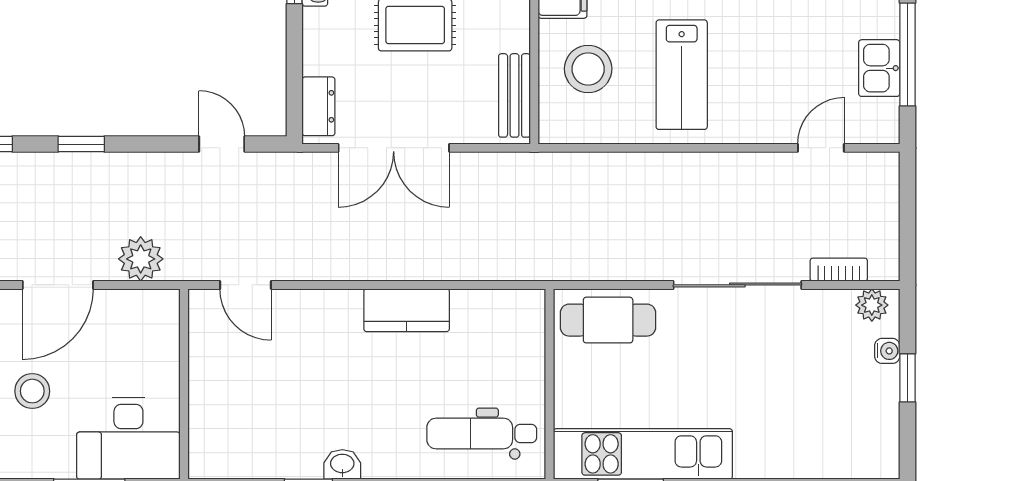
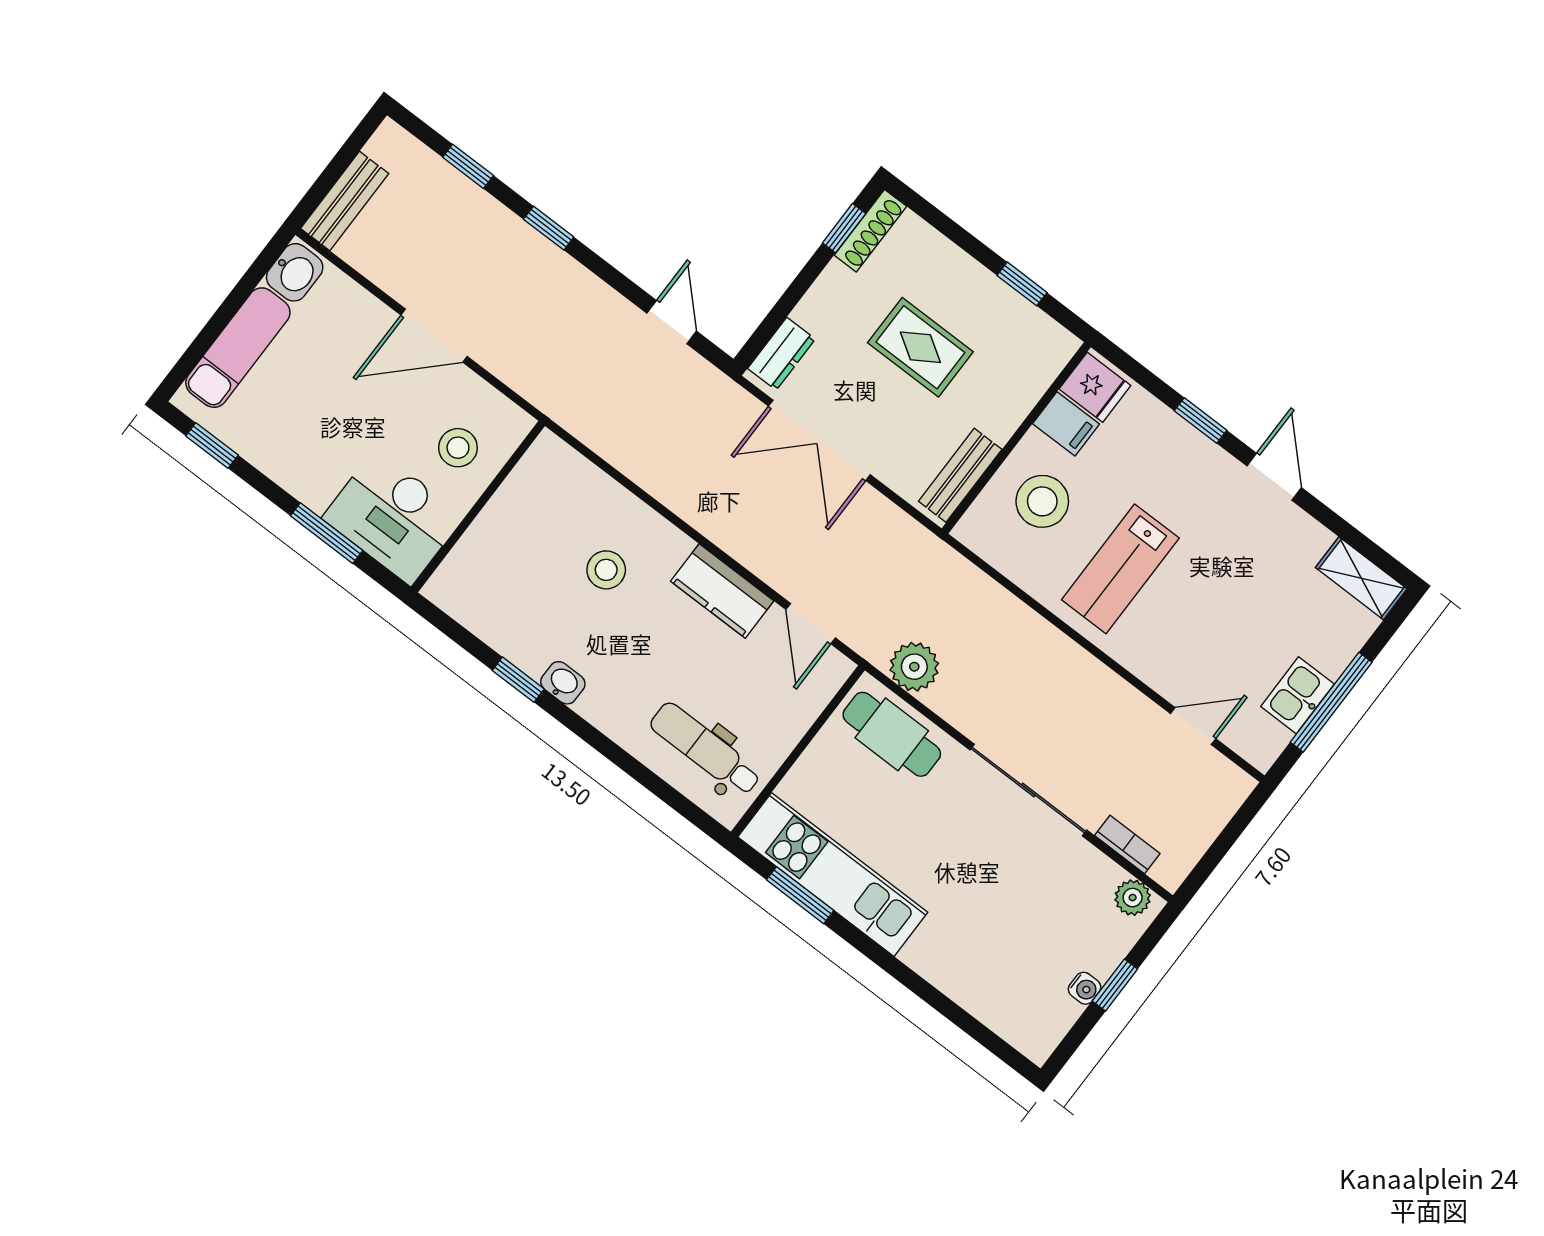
plant: (141, 259) -> (914, 667), moved
door: (245, 285) -> (811, 624), moved
water cooler: (887, 351) -> (1085, 988), moved
stool: (311, 359) -> (606, 570), added
stool: (32, 391) -> (458, 448), moved

